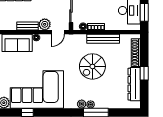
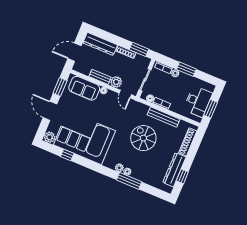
door: (58, 32) -> (125, 94), hinge flipped
spiral stairs: (92, 66) -> (143, 138), turned 90
window: (144, 73) -> (182, 176), moved

